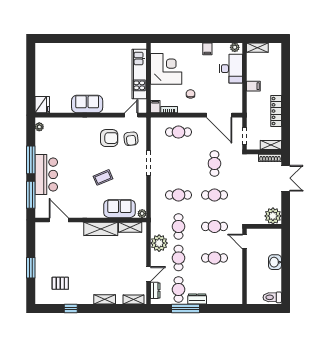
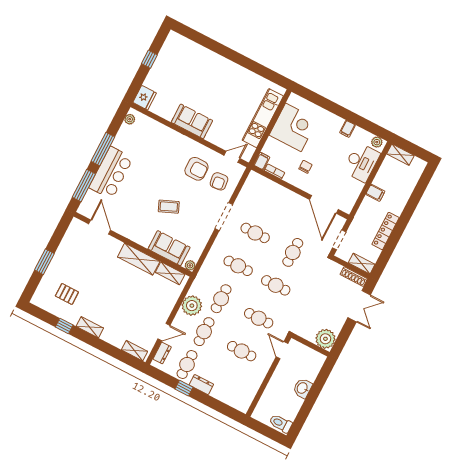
window: (31, 74) -> (149, 59), added
cafe table: (179, 132) -> (255, 233), moved
shelving: (105, 299) -> (90, 327), moved
window: (185, 308) -> (184, 388), width x0.46

